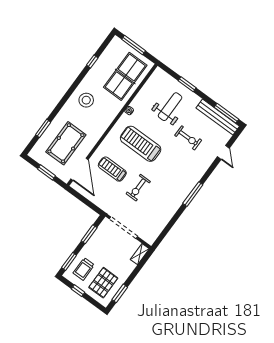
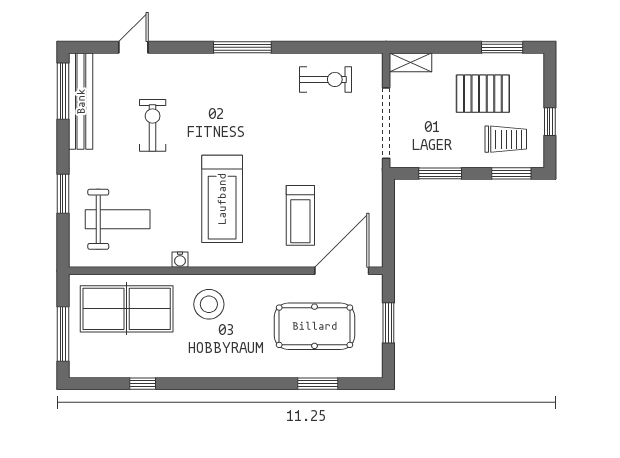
stool: (86, 100) -> (209, 304), moved
weight bench: (170, 107) -> (118, 219), moved, turned 180
exercise bike: (138, 188) -> (326, 79), moved
pallet: (103, 283) -> (483, 94), moved

